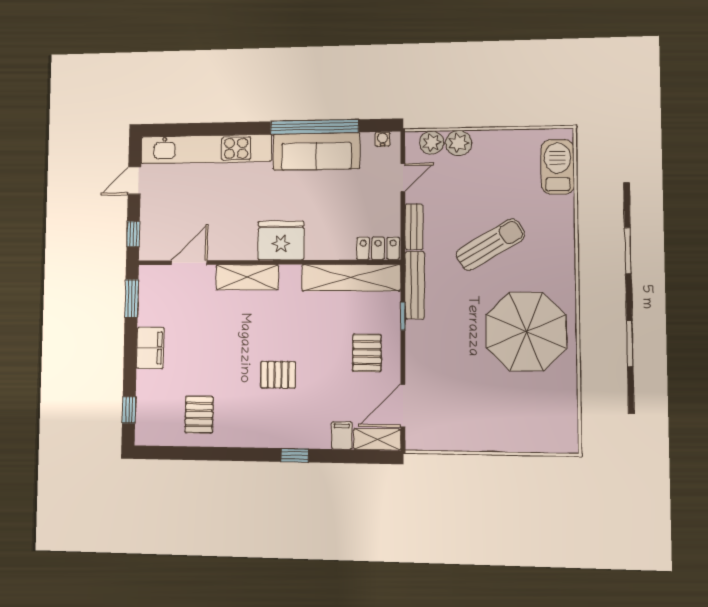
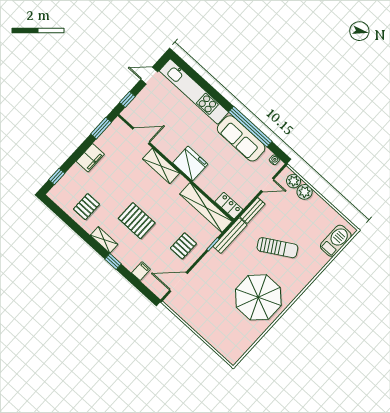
pallet: (278, 375) -> (137, 221), width x1.50, depth x1.42
shelving: (377, 439) -> (104, 240), moved

